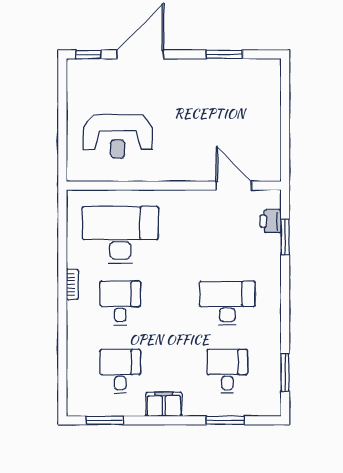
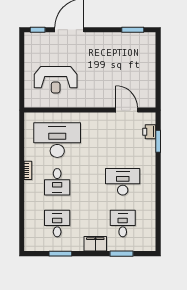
window: (224, 54) -> (133, 30), moved
desk: (120, 303) -> (57, 182), turned 180
window: (285, 372) -> (158, 224), removed
filing cabinet: (164, 404) -> (95, 244), moved
window: (105, 420) -> (60, 254), moved

